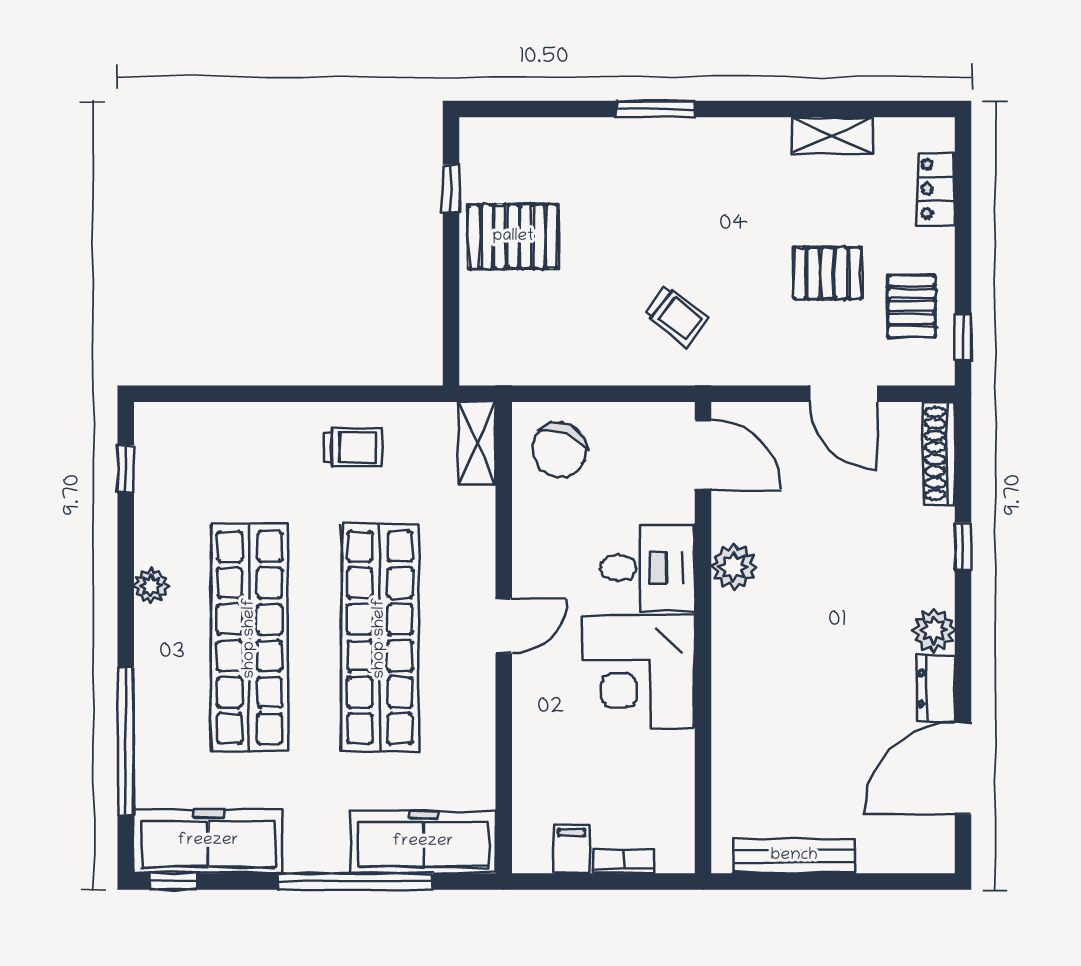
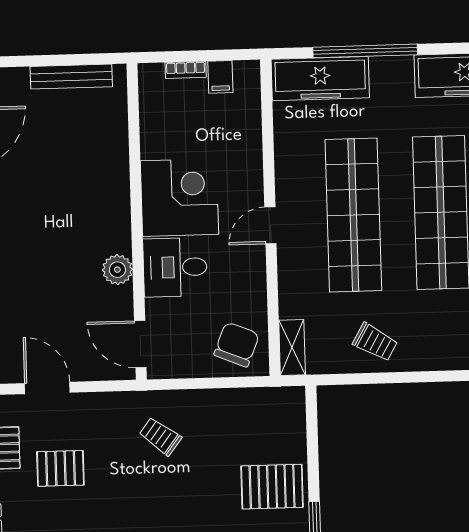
trolley: (353, 447) -> (375, 342), turned -150

